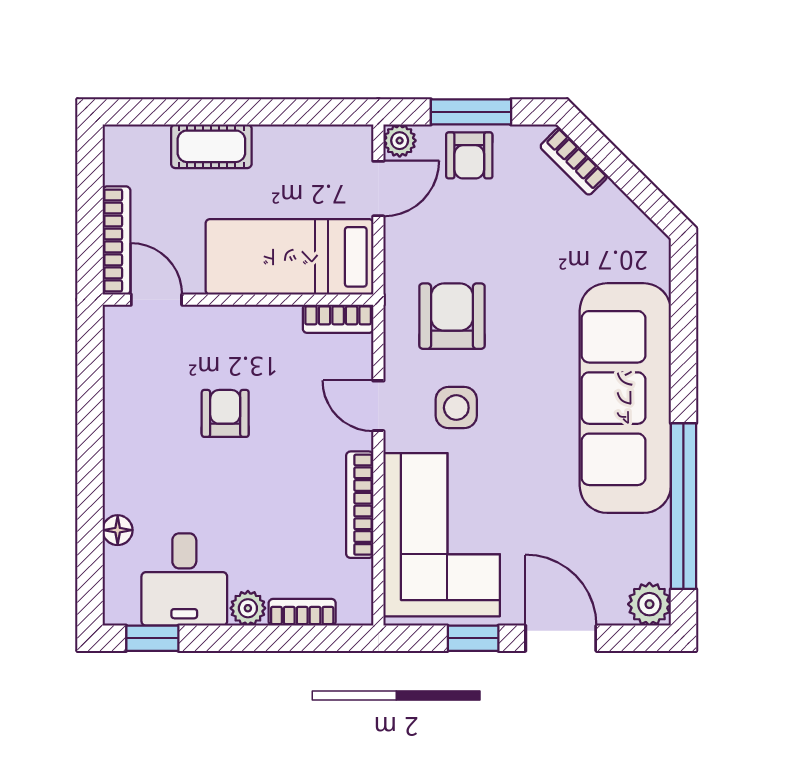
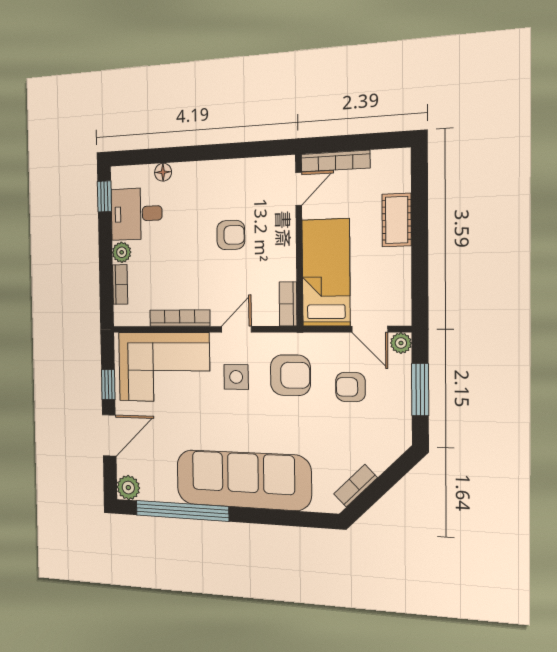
armchair: (469, 155) -> (350, 387), moved
bookcase: (574, 161) -> (356, 486), moved

